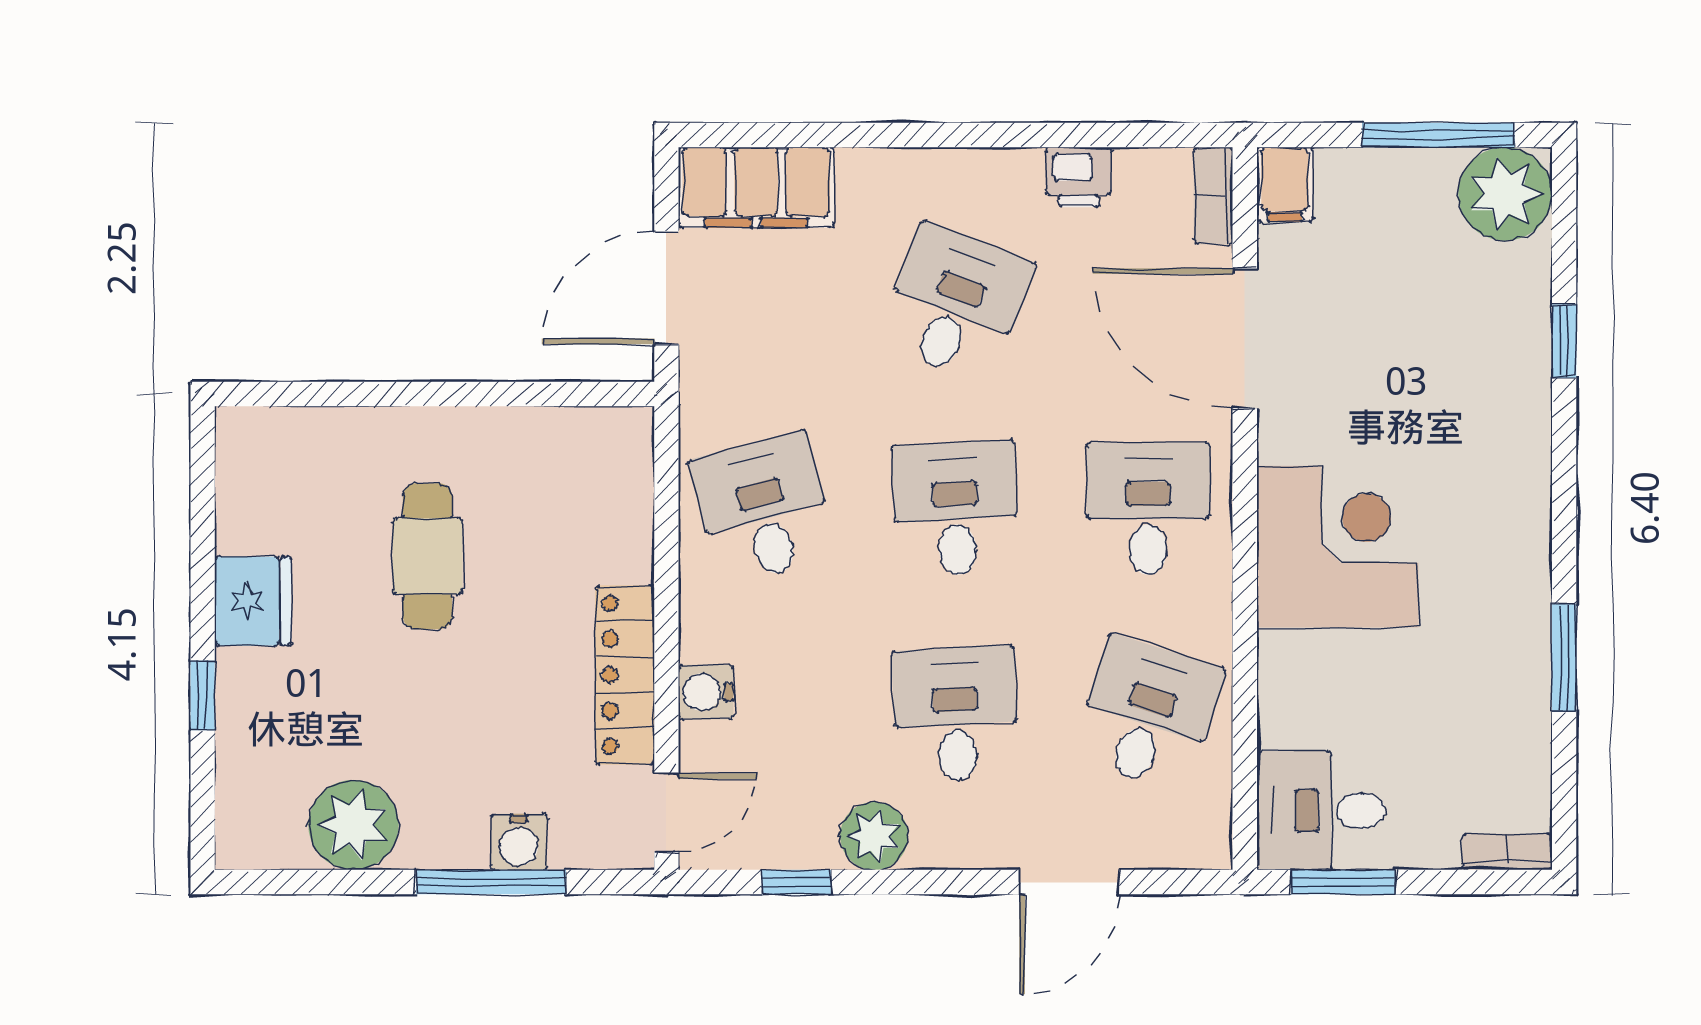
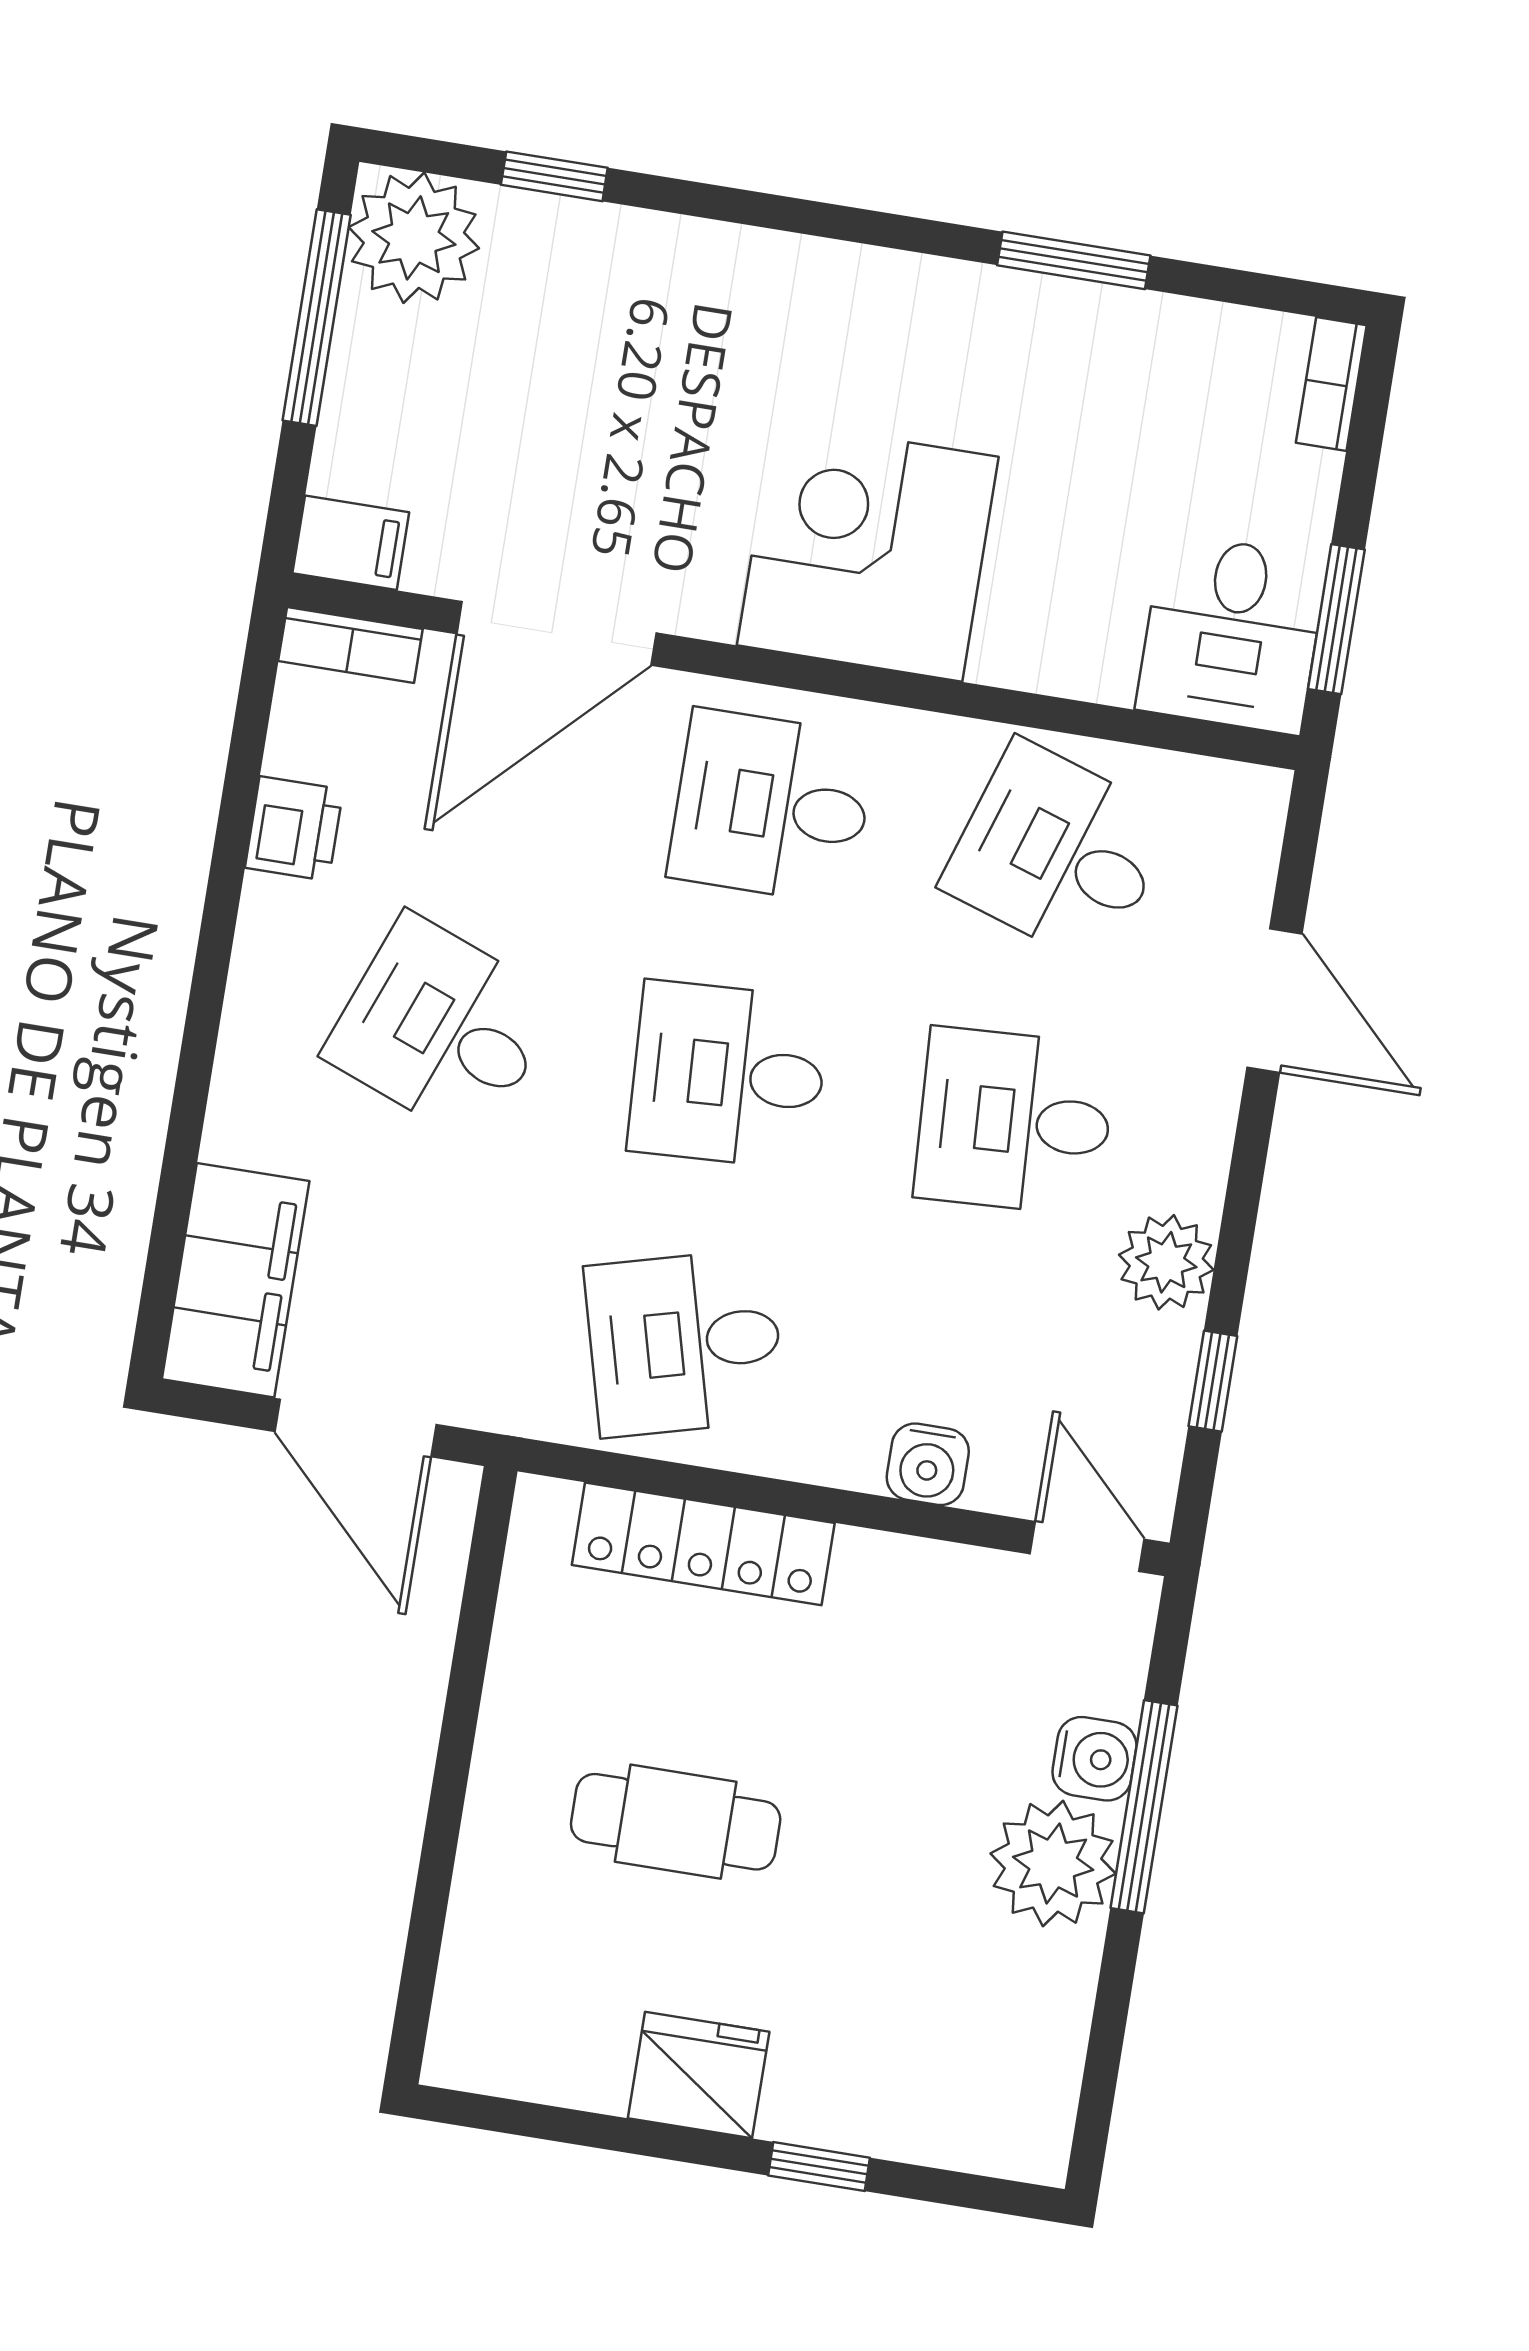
window: (1564, 341) -> (554, 176), moved
locker: (625, 675) -> (703, 1544), moved
plant: (353, 825) -> (1053, 1863), moved

